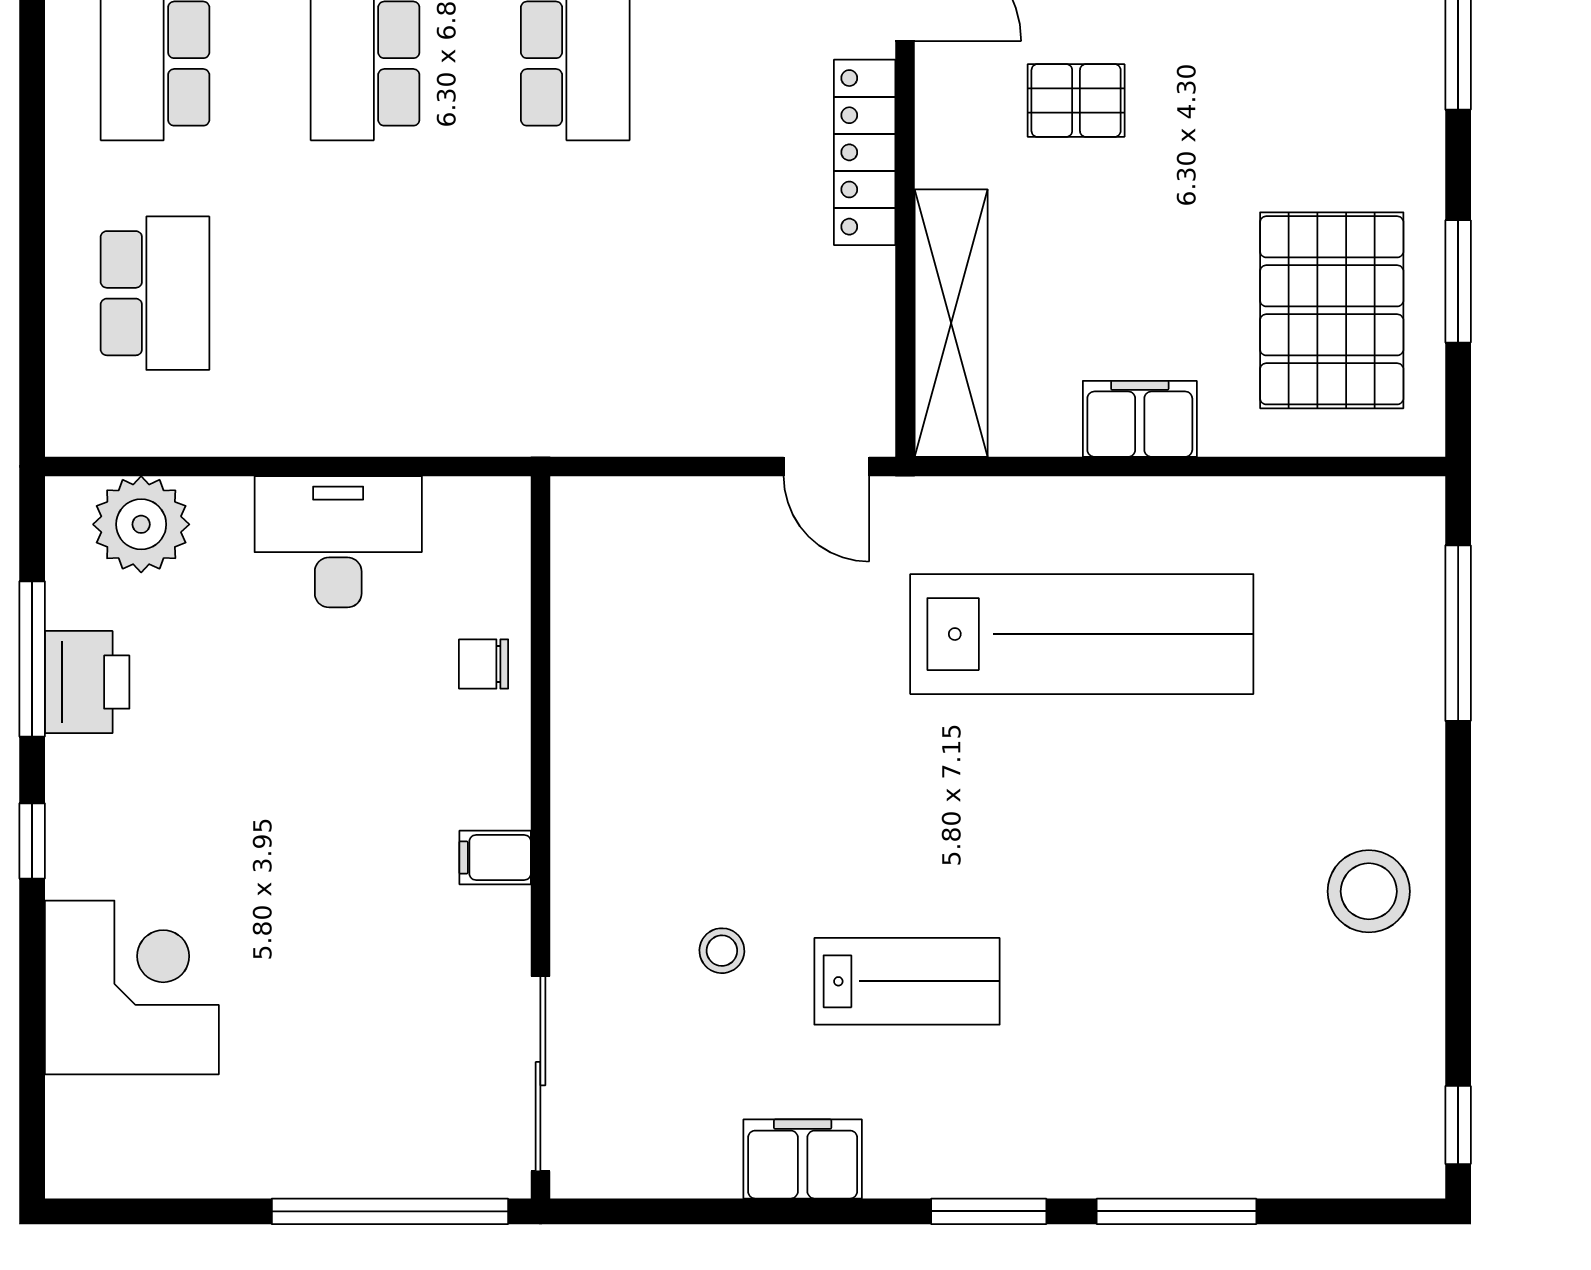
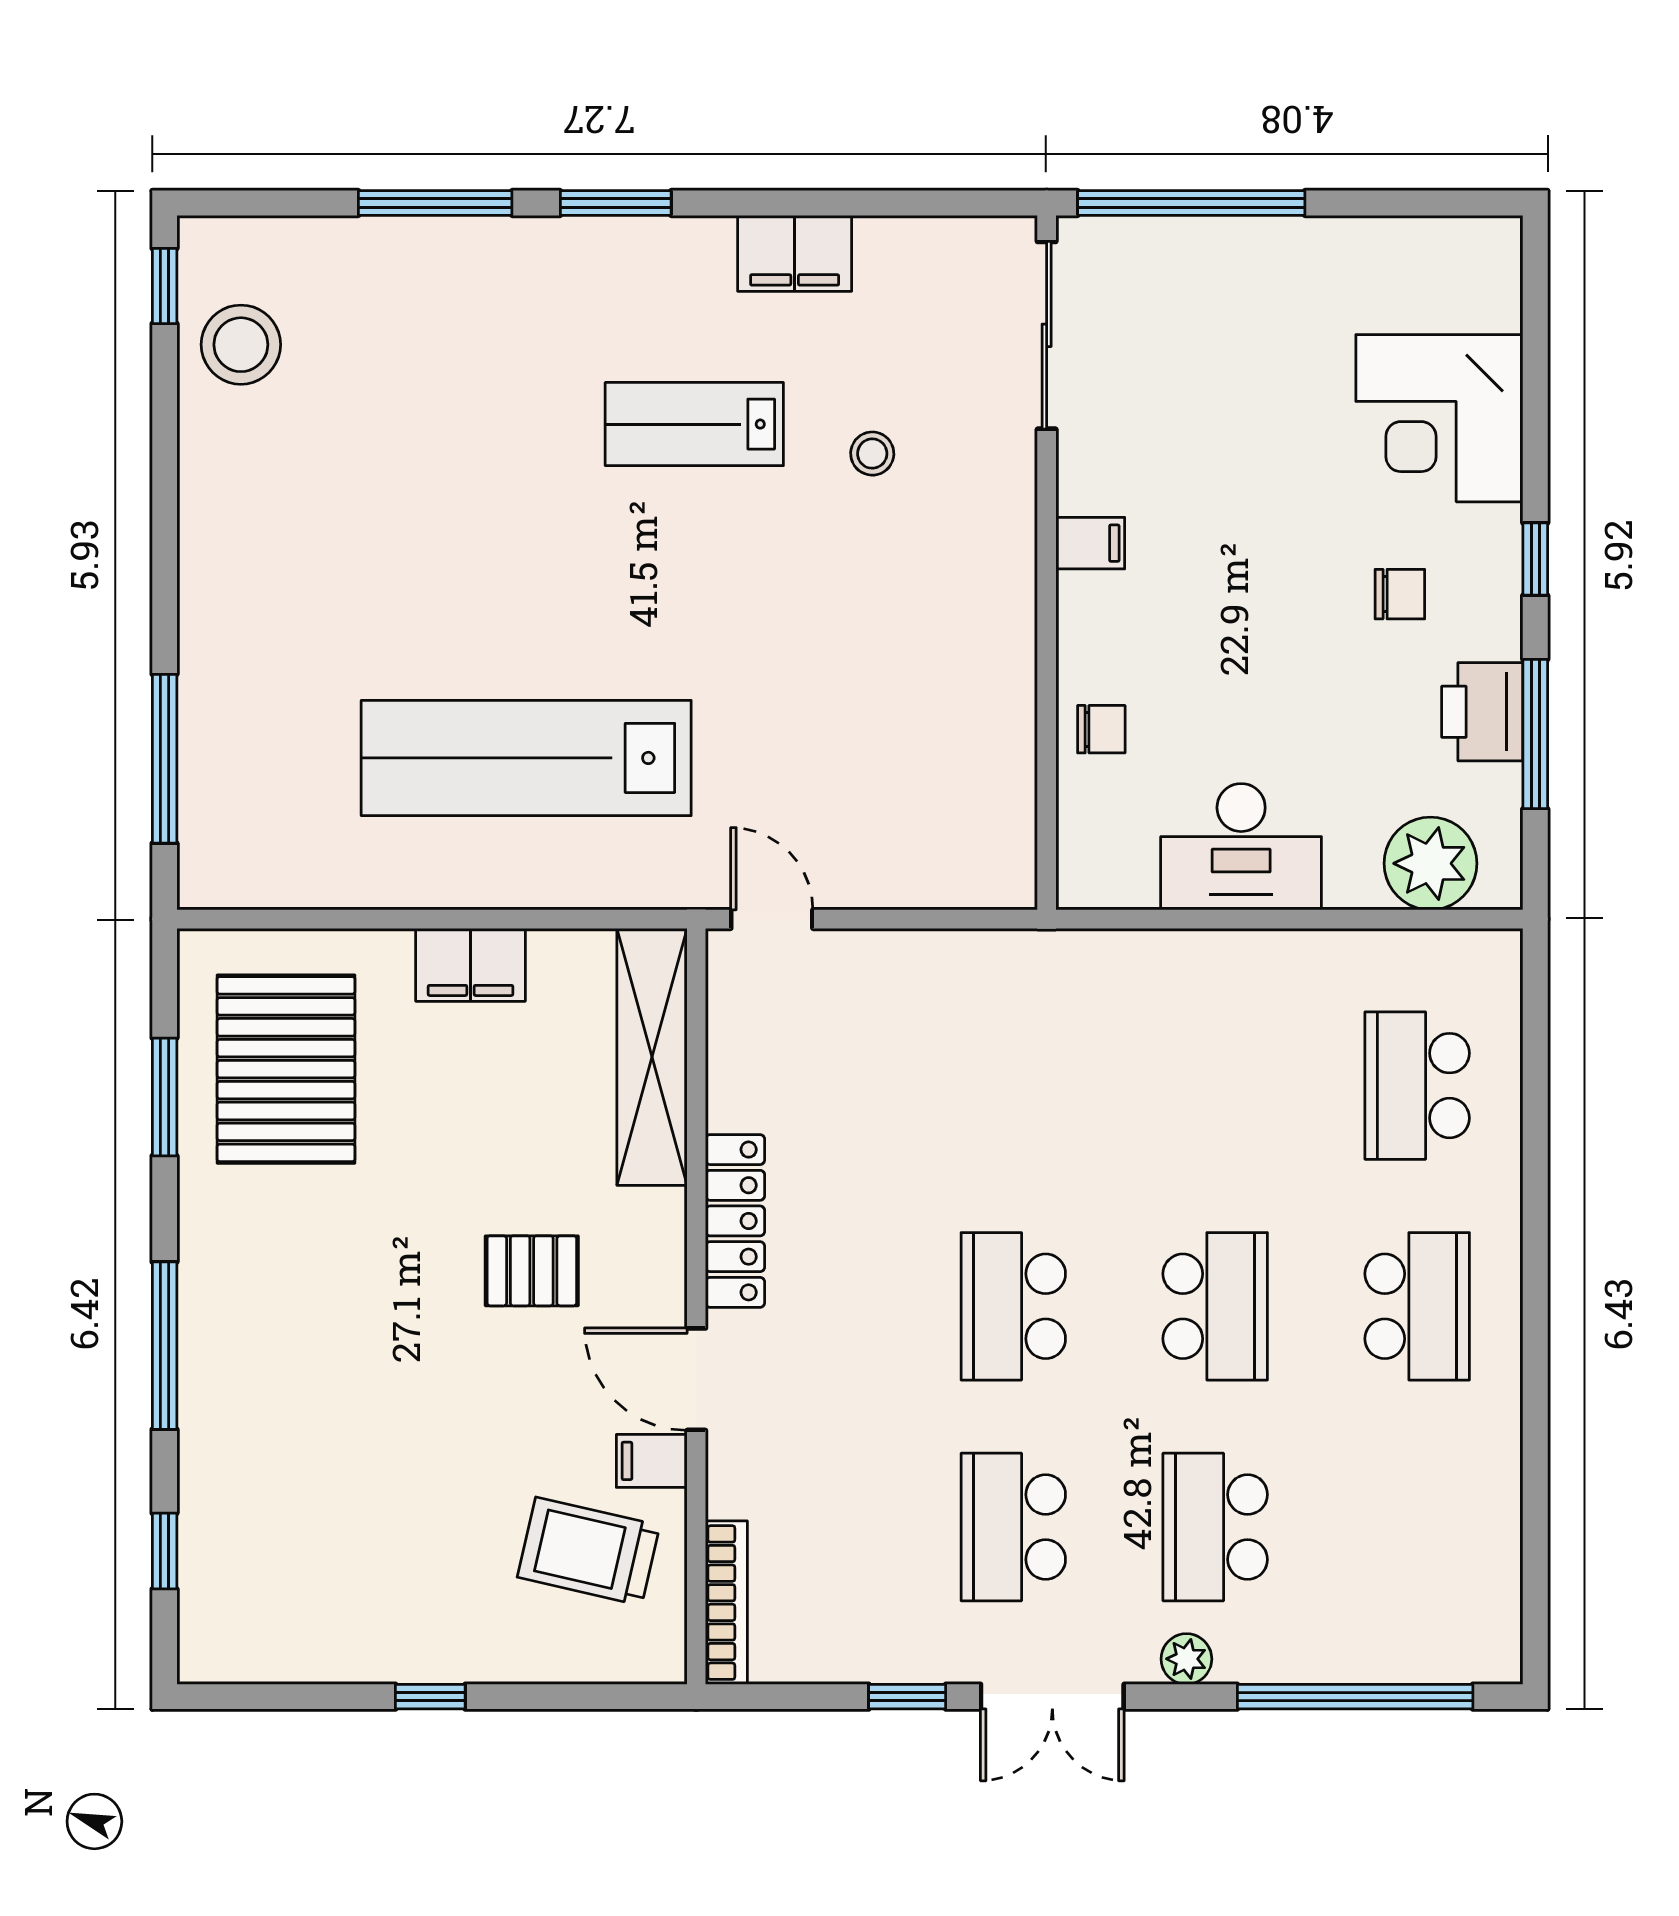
chair: (173, 804) -> (1400, 594), added
stool: (1369, 891) -> (241, 345), moved

